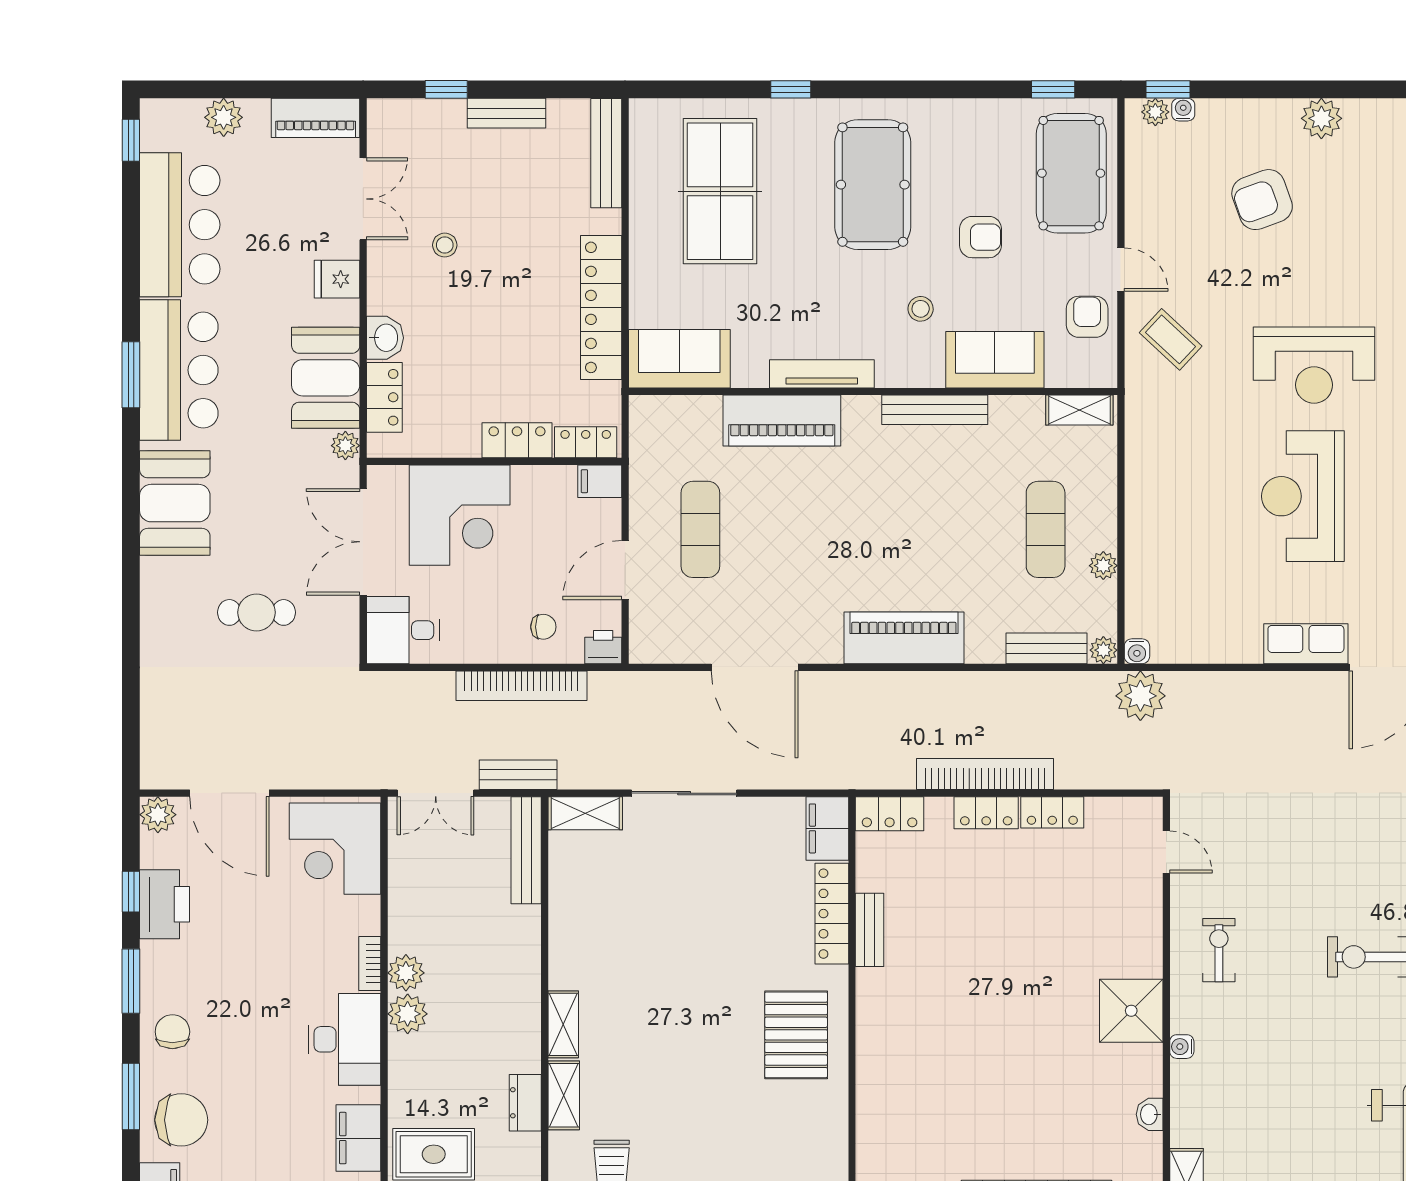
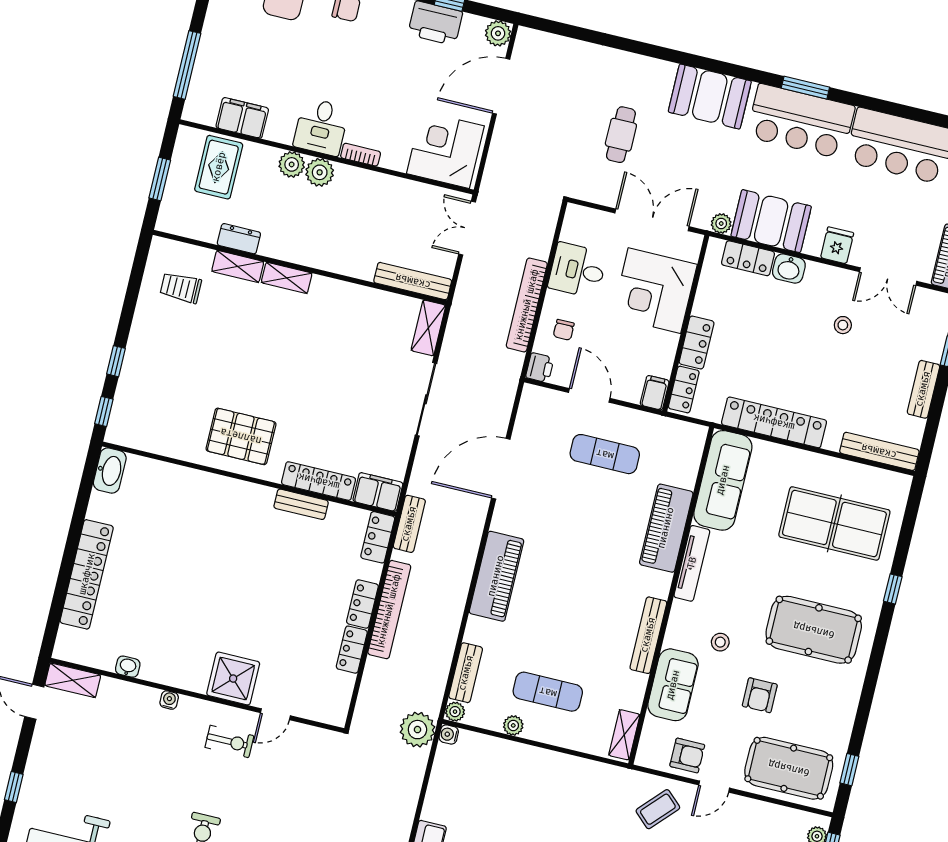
sofa: (679, 359) -> (723, 480), width x1.36
desk: (403, 630) -> (577, 270), moved, turned -90
bench: (518, 775) -> (409, 524), moved
door: (1166, 852) -> (275, 714), moved
plant: (406, 973) -> (292, 164), moved
shower: (1131, 1011) -> (233, 679), moved
desk: (345, 1039) -> (321, 127), width x0.73

